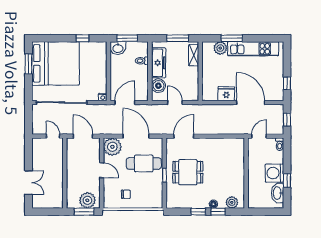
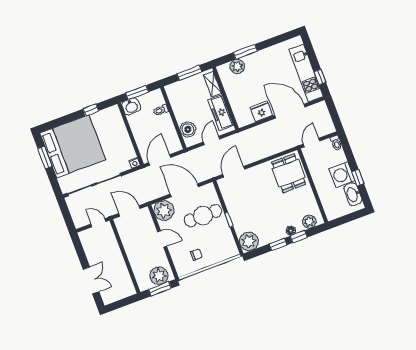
kitchen unit: (253, 49) -> (306, 73), moved, turned 90
freezer: (159, 63) -> (221, 113), moved, turned 180
door: (175, 103) -> (211, 141), hinge flipped
window: (287, 120) -> (334, 115), removed
dining table: (188, 172) -> (289, 173), moved, turned 90
plant: (174, 200) -> (249, 241), added

